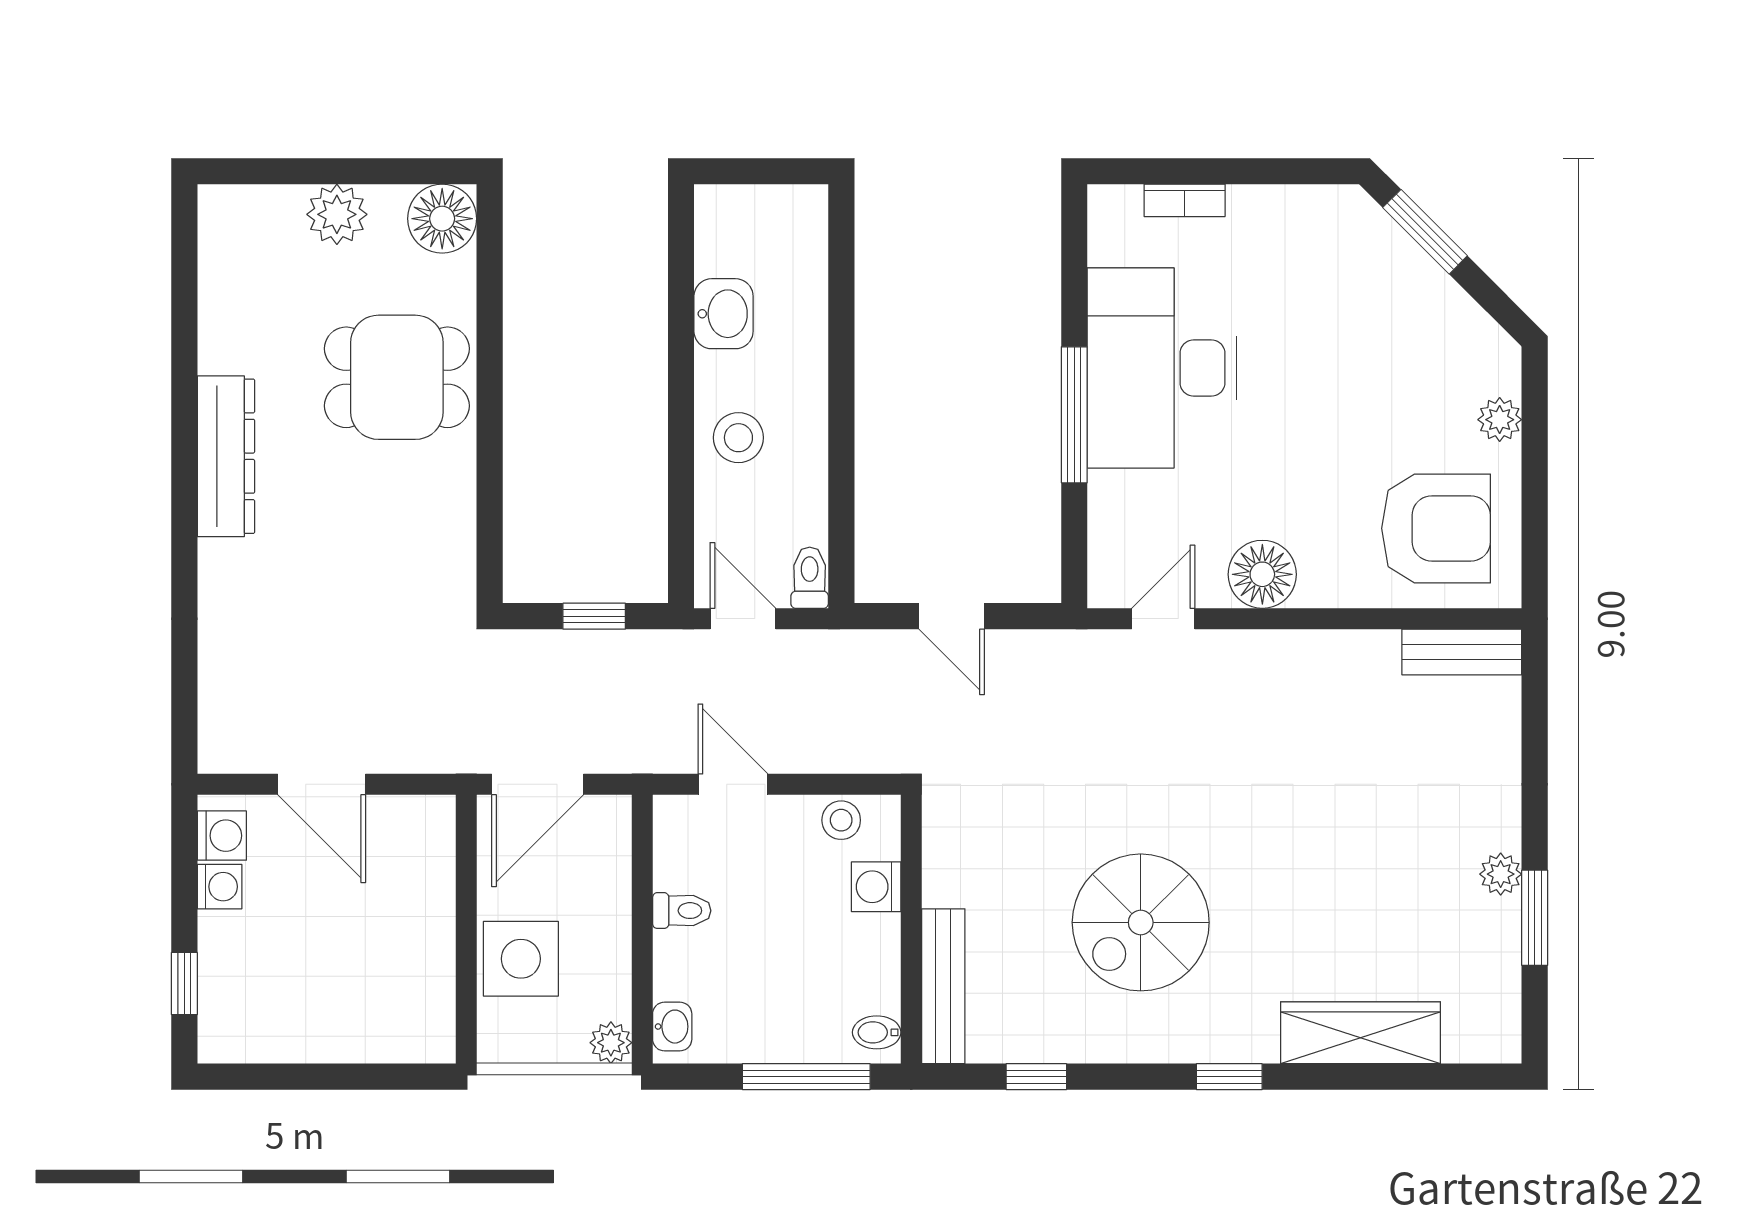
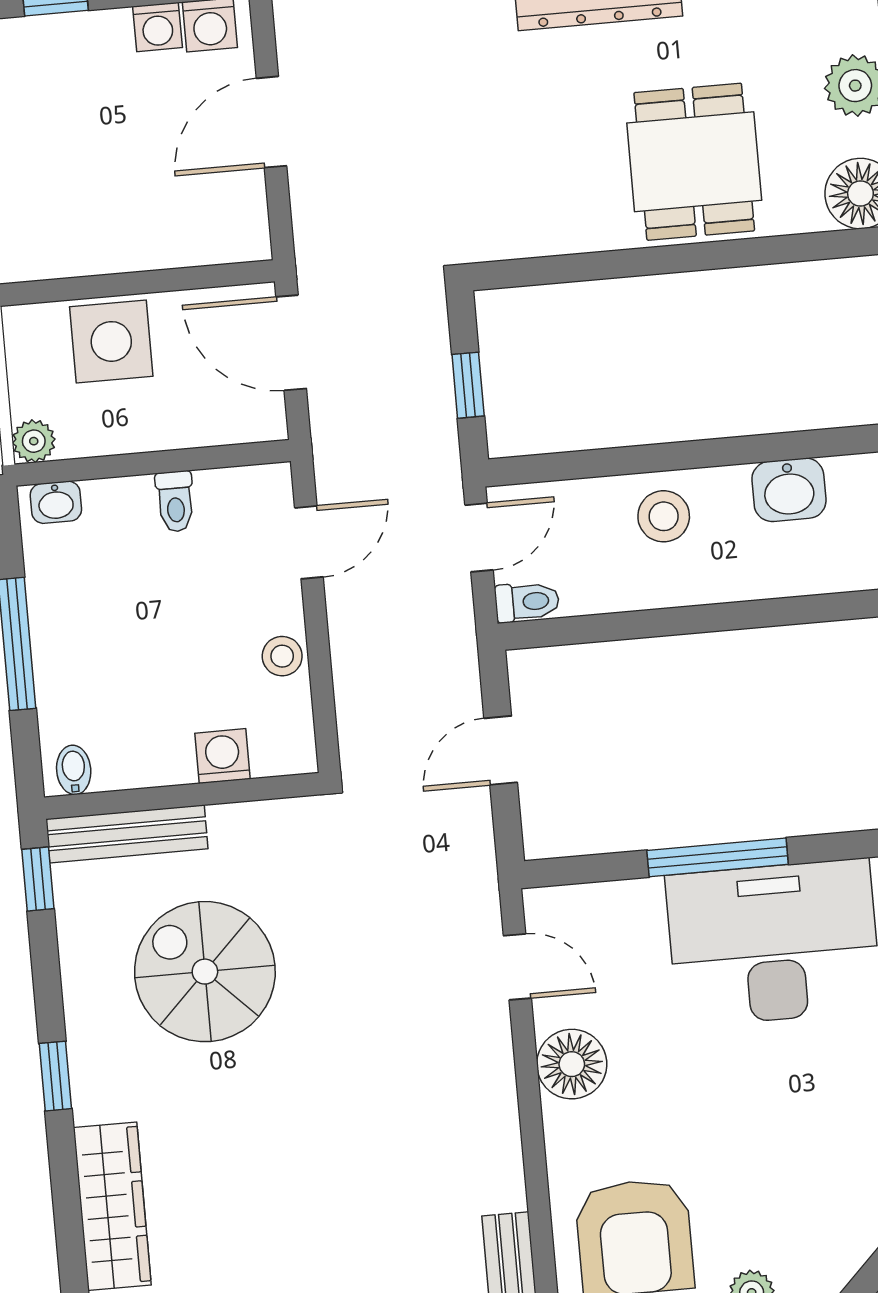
washing machine: (876, 887) -> (222, 756), moved
wall: (911, 929) -> (182, 796), moved
bench: (943, 986) -> (127, 834), moved
bidet: (877, 1032) -> (74, 770), moved

